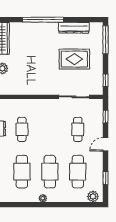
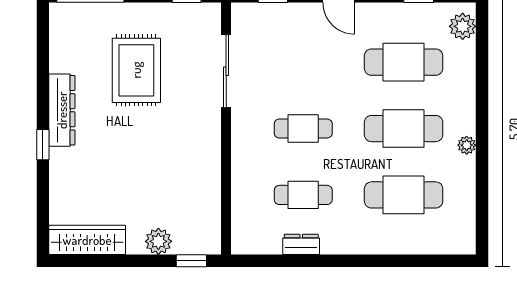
window: (43, 20) -> (43, 145), width x0.32
dresser: (74, 28) -> (62, 110), moved
cafe table: (78, 129) -> (303, 129), moved

